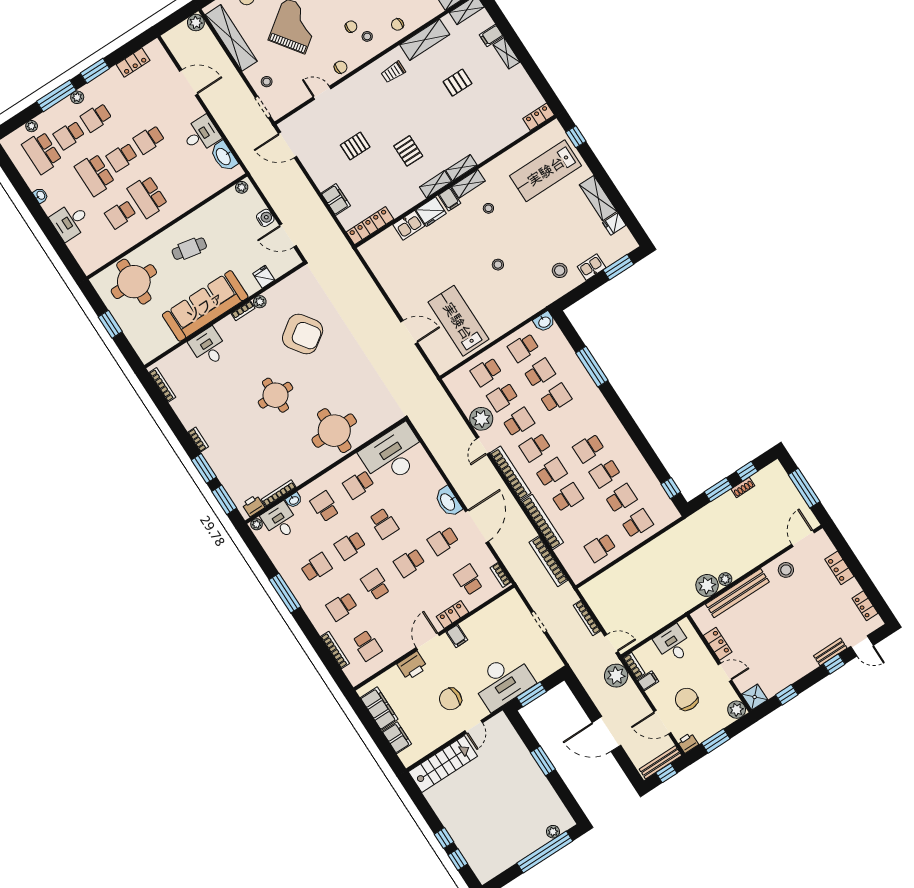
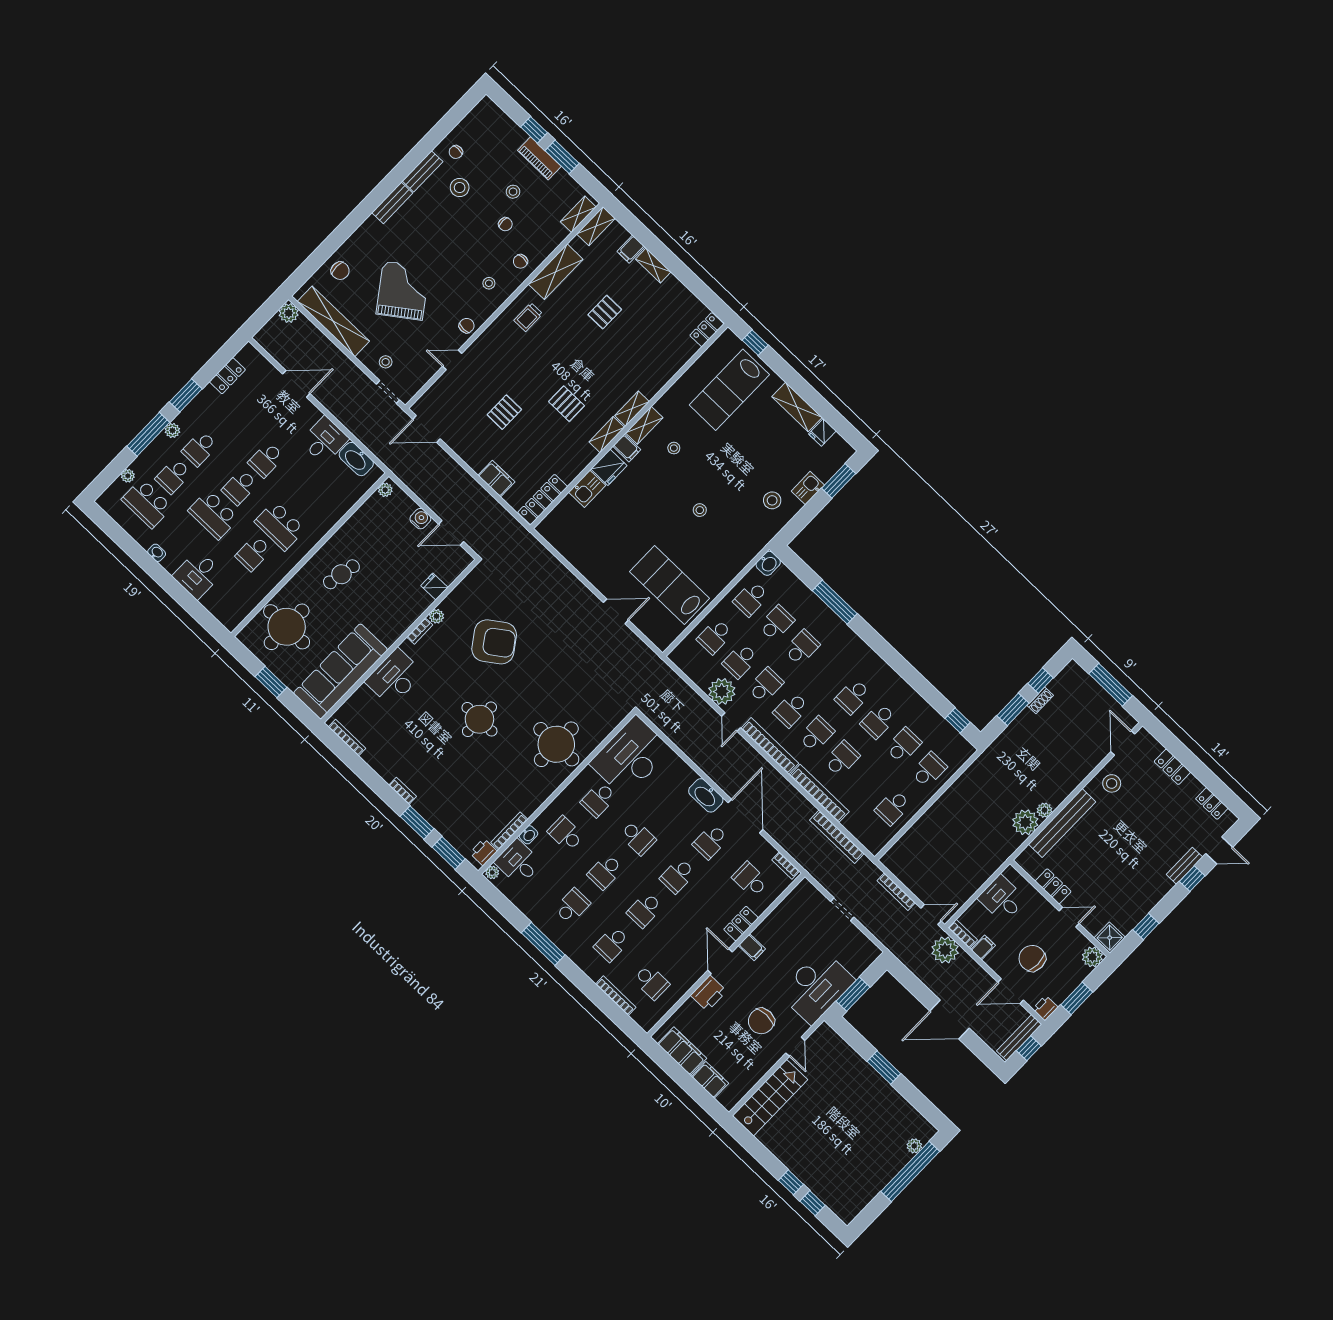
chair: (351, 27) -> (468, 276), removed
sofa: (205, 306) -> (341, 671), moved
desk: (208, 347) -> (394, 677), width x1.37
school desk: (375, 585) -> (645, 910), turned -90

